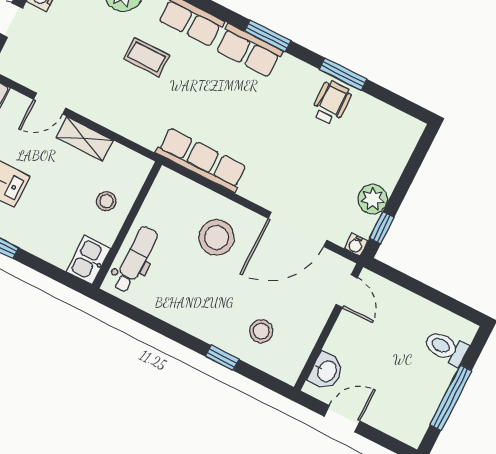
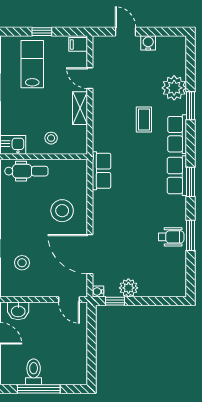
row of seats: (201, 160) -> (102, 171), width x0.68
door: (347, 291) -> (69, 300), hinge flipped
toilet: (446, 348) -> (34, 372), moved

